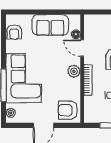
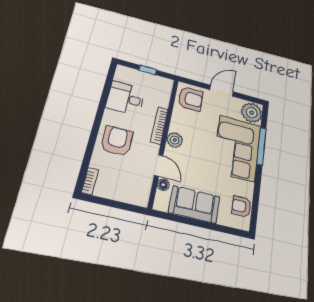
armchair: (14, 32) -> (242, 206), turned -90
plant: (11, 113) -> (252, 113), width x1.88, depth x1.88

